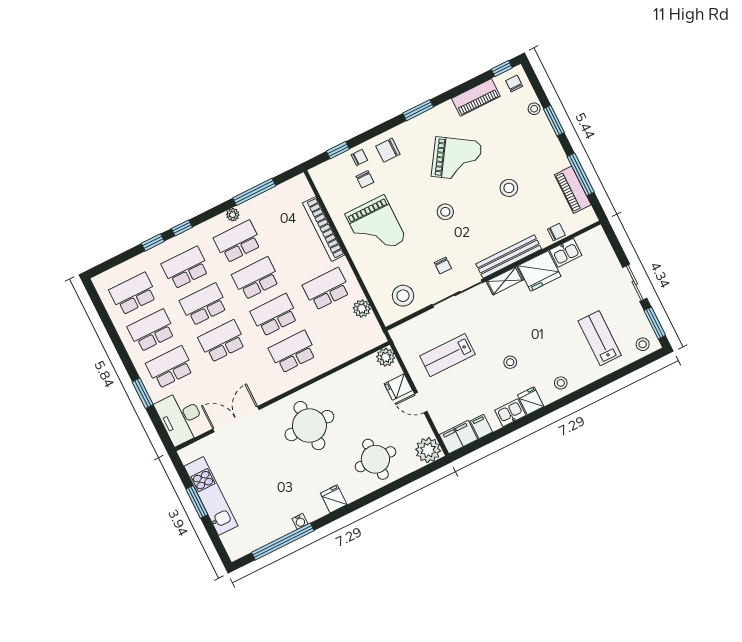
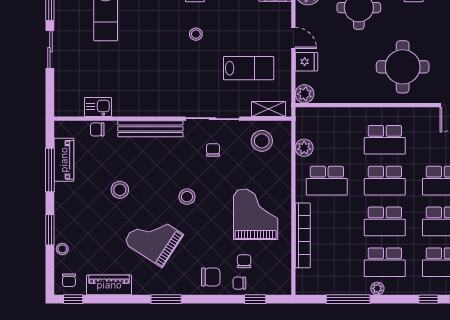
fridge: (539, 271) -> (130, 102), removed
shelving: (505, 281) -> (268, 109), moved

